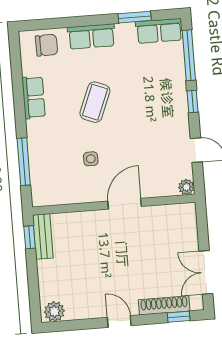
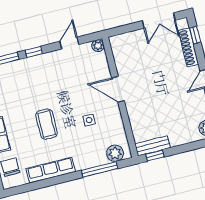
row of seats: (34, 97) -> (51, 170), width x1.48
coffee table: (95, 102) -> (47, 124), turned 68
plant: (41, 186) -> (115, 153), added

